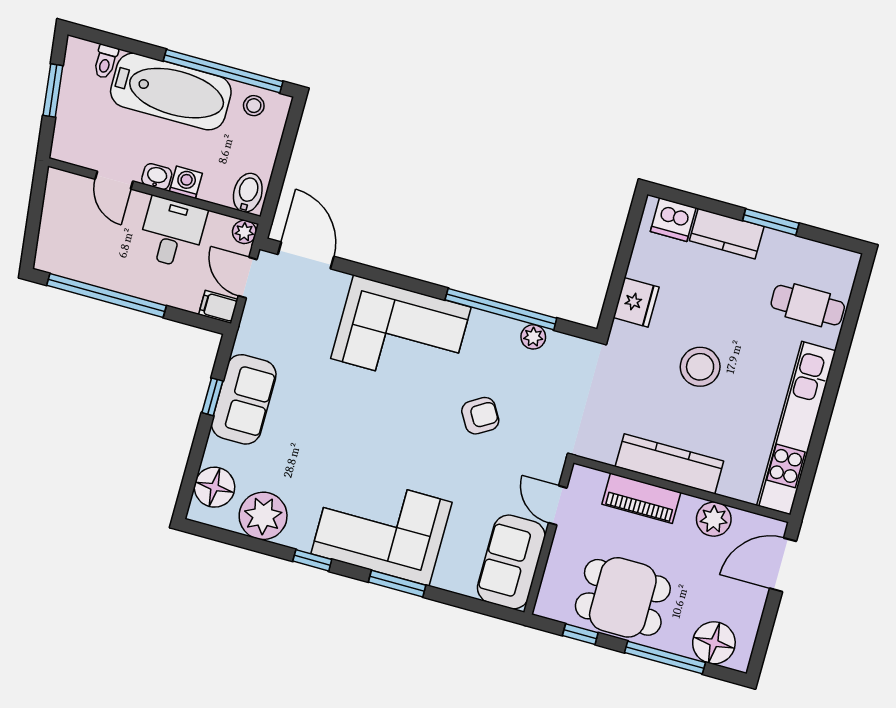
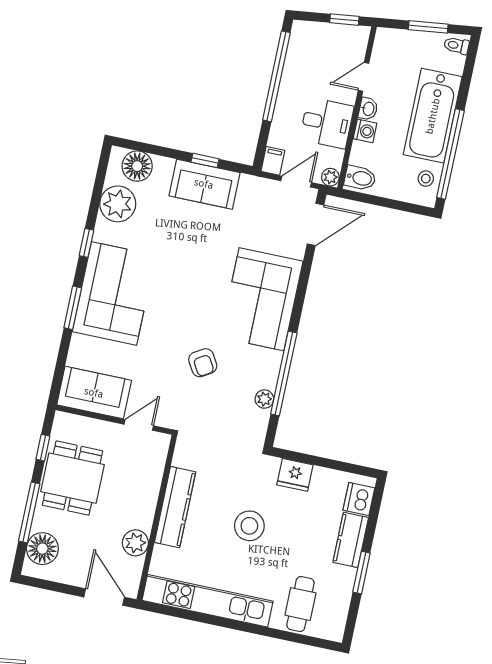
toilet: (106, 62) -> (456, 46), moved
window: (37, 201) -> (344, 20), added
piano: (641, 498) -> (148, 488), removed

